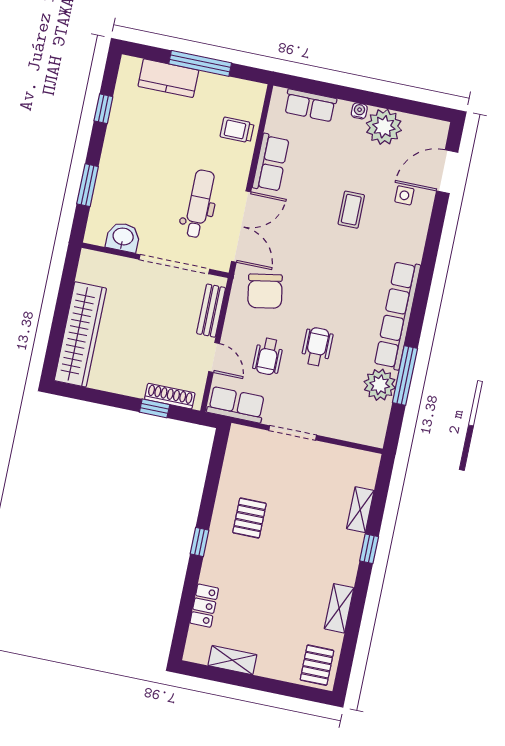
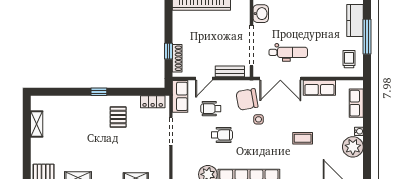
trolley: (237, 130) -> (349, 59), moved
side table: (404, 195) -> (258, 119), moved
pallet: (249, 518) -> (118, 117), turned 90
locker: (204, 606) -> (153, 102), moved

